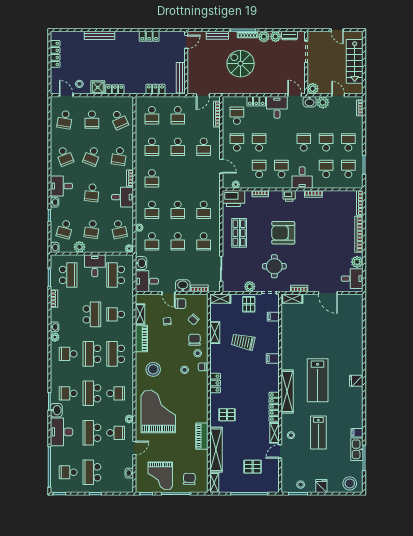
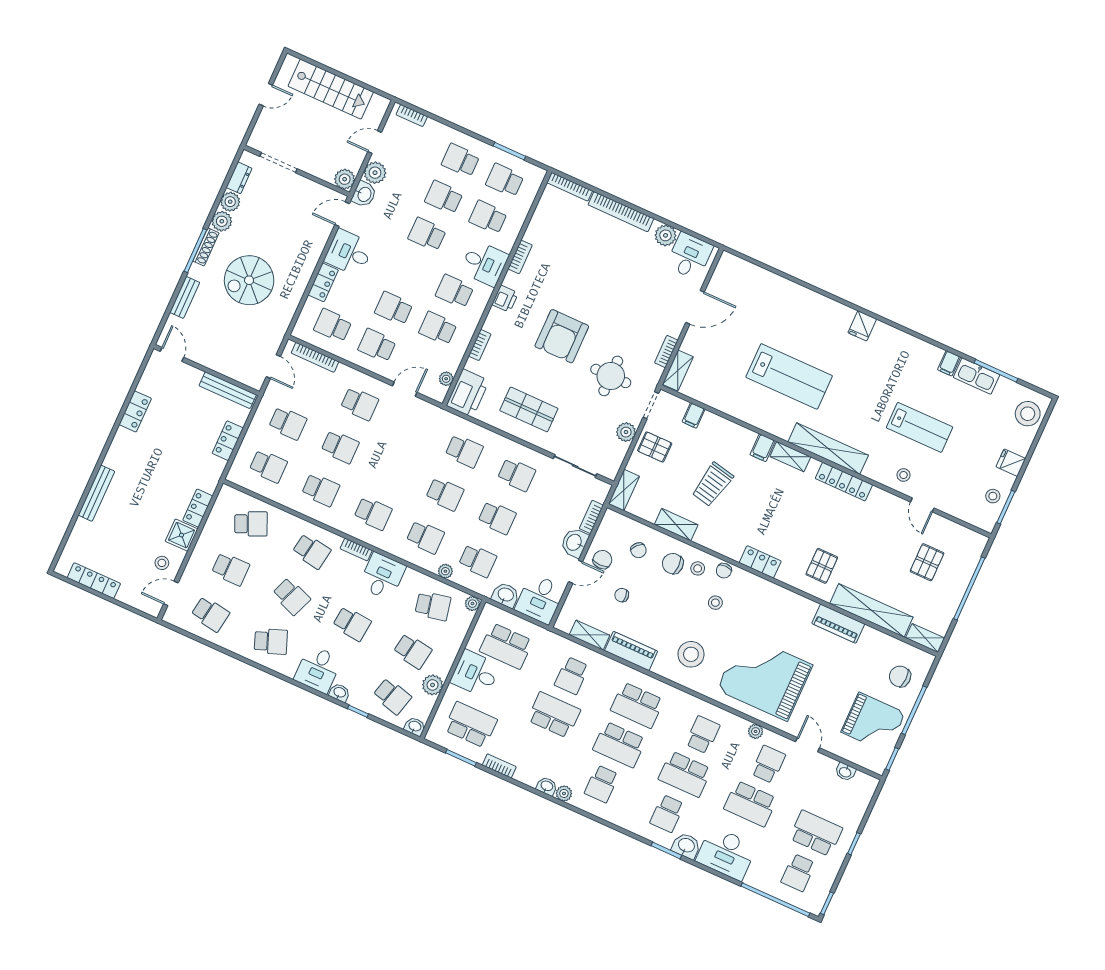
lab bench: (318, 380) -> (789, 376), moved
shelving: (275, 433) -> (790, 457), moved
school desk: (92, 472) -> (816, 833), turned 180

